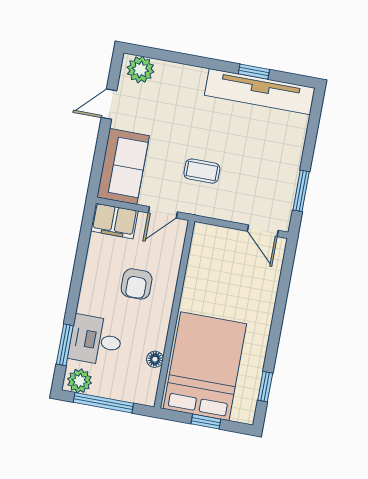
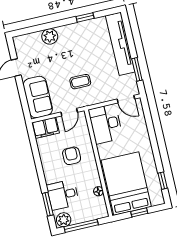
plant: (140, 70) -> (50, 36), moved
tv unit: (260, 92) -> (120, 44), moved, turned 90
desk: (213, 256) -> (106, 124), added
armchair: (137, 284) -> (72, 156), turned 180

